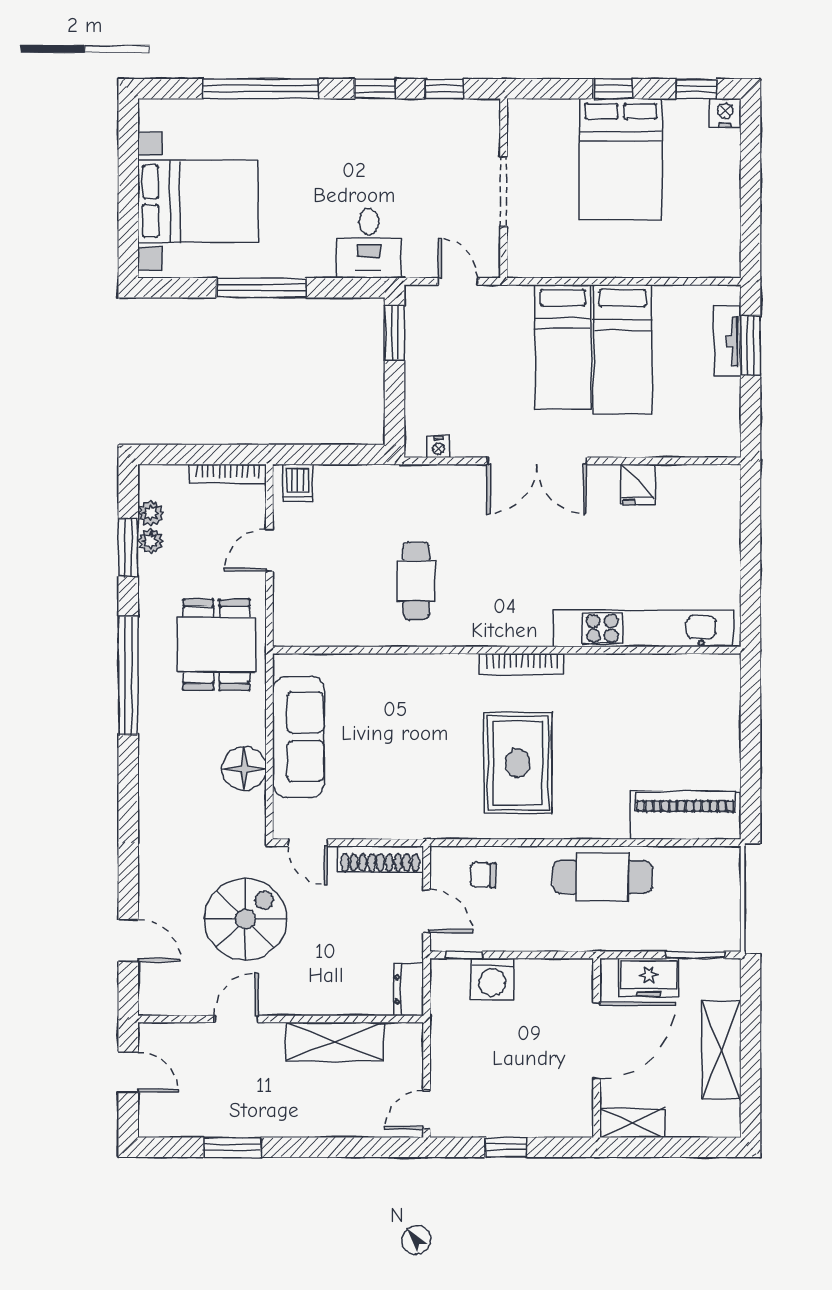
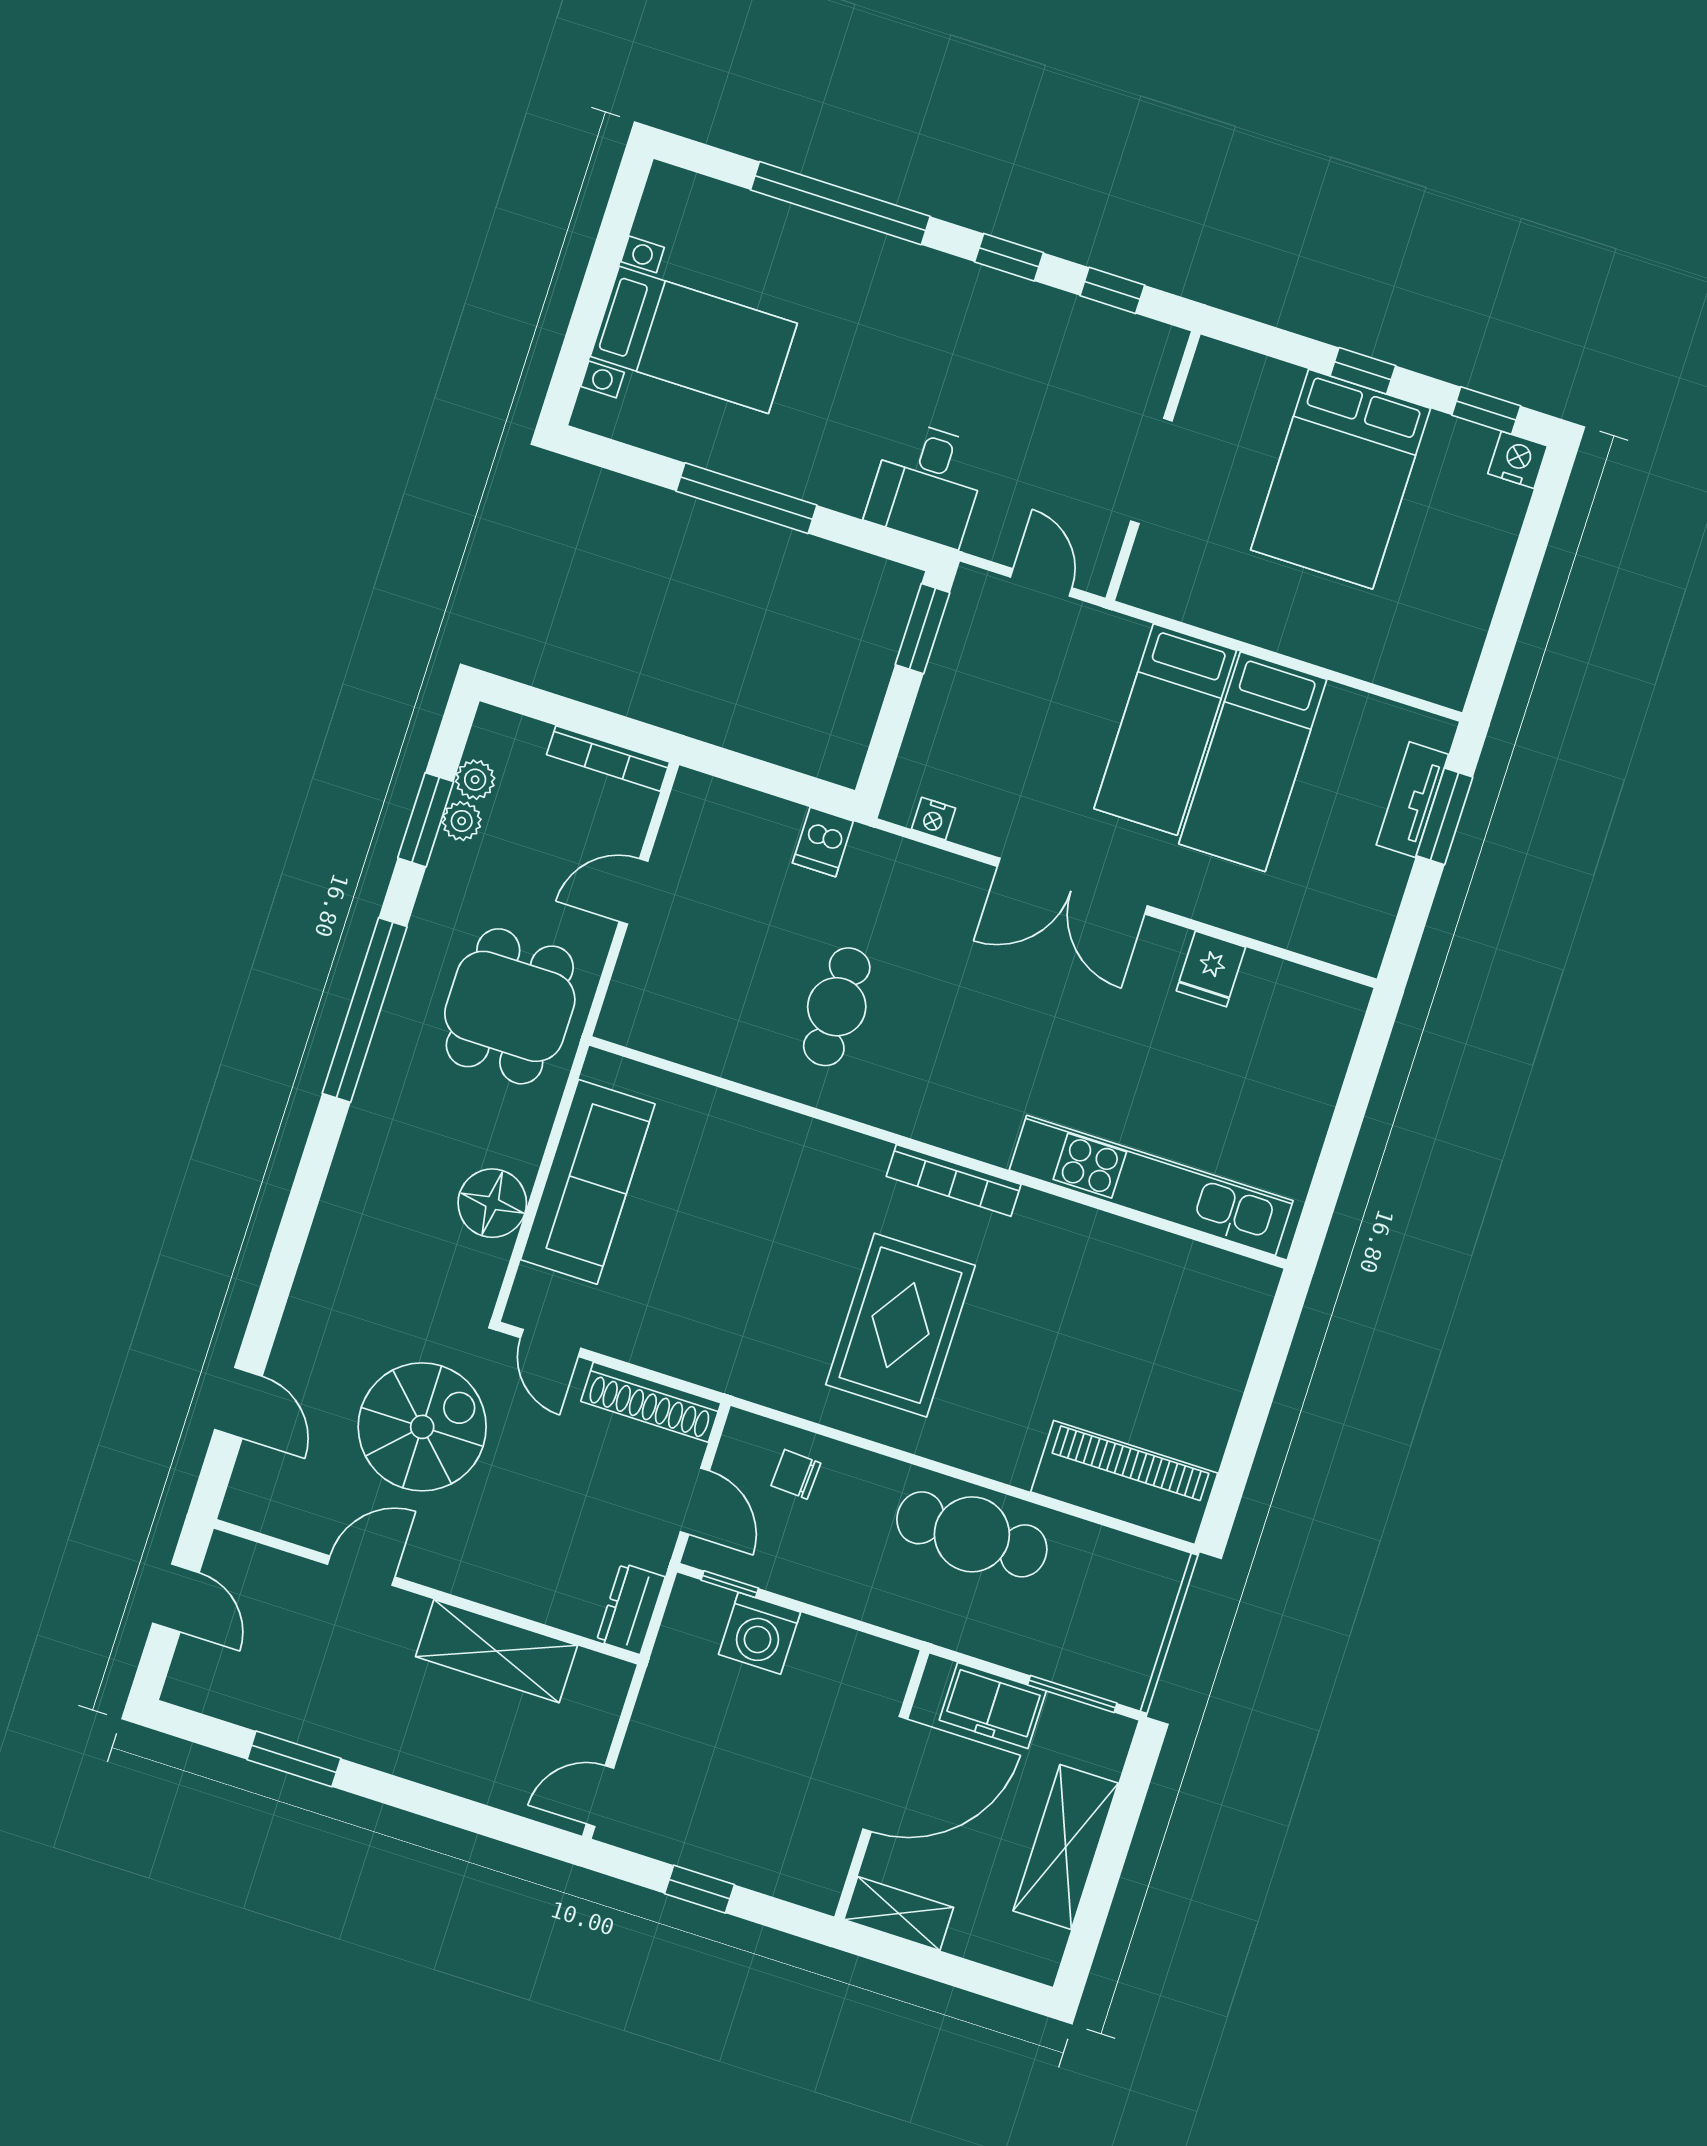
bed with nightstands: (198, 201) -> (694, 340), width x0.73
dishwasher: (297, 483) -> (823, 842), moved

